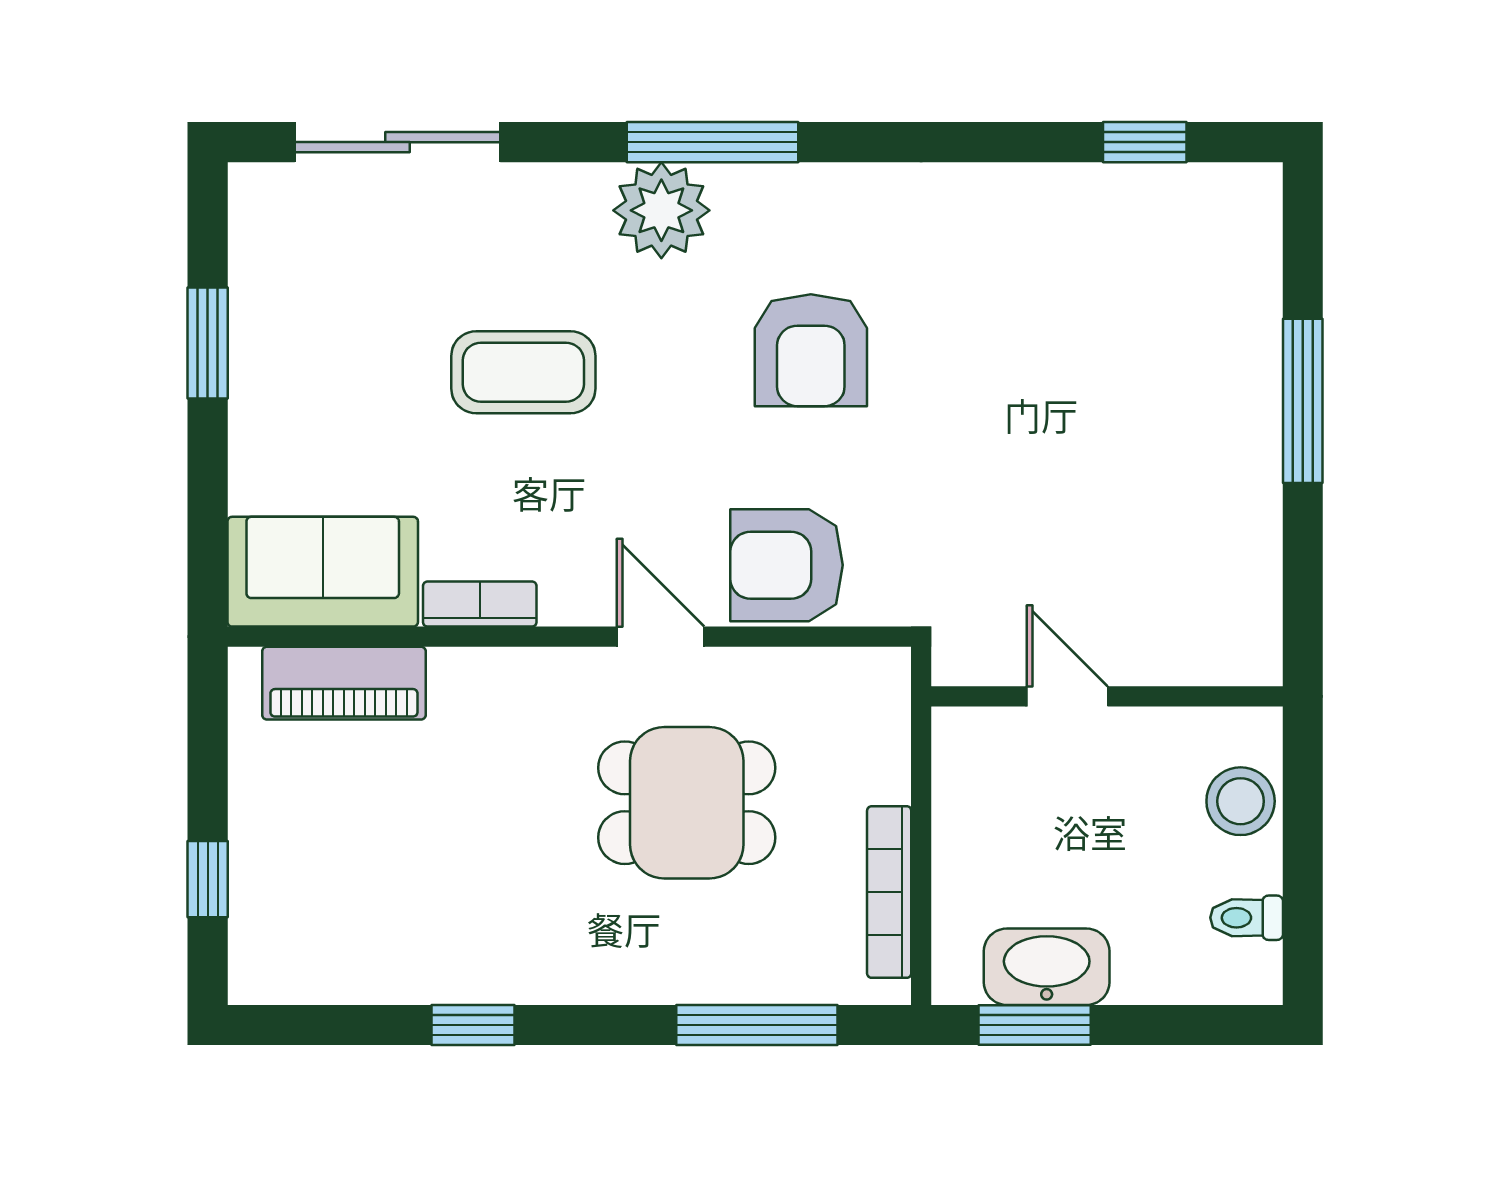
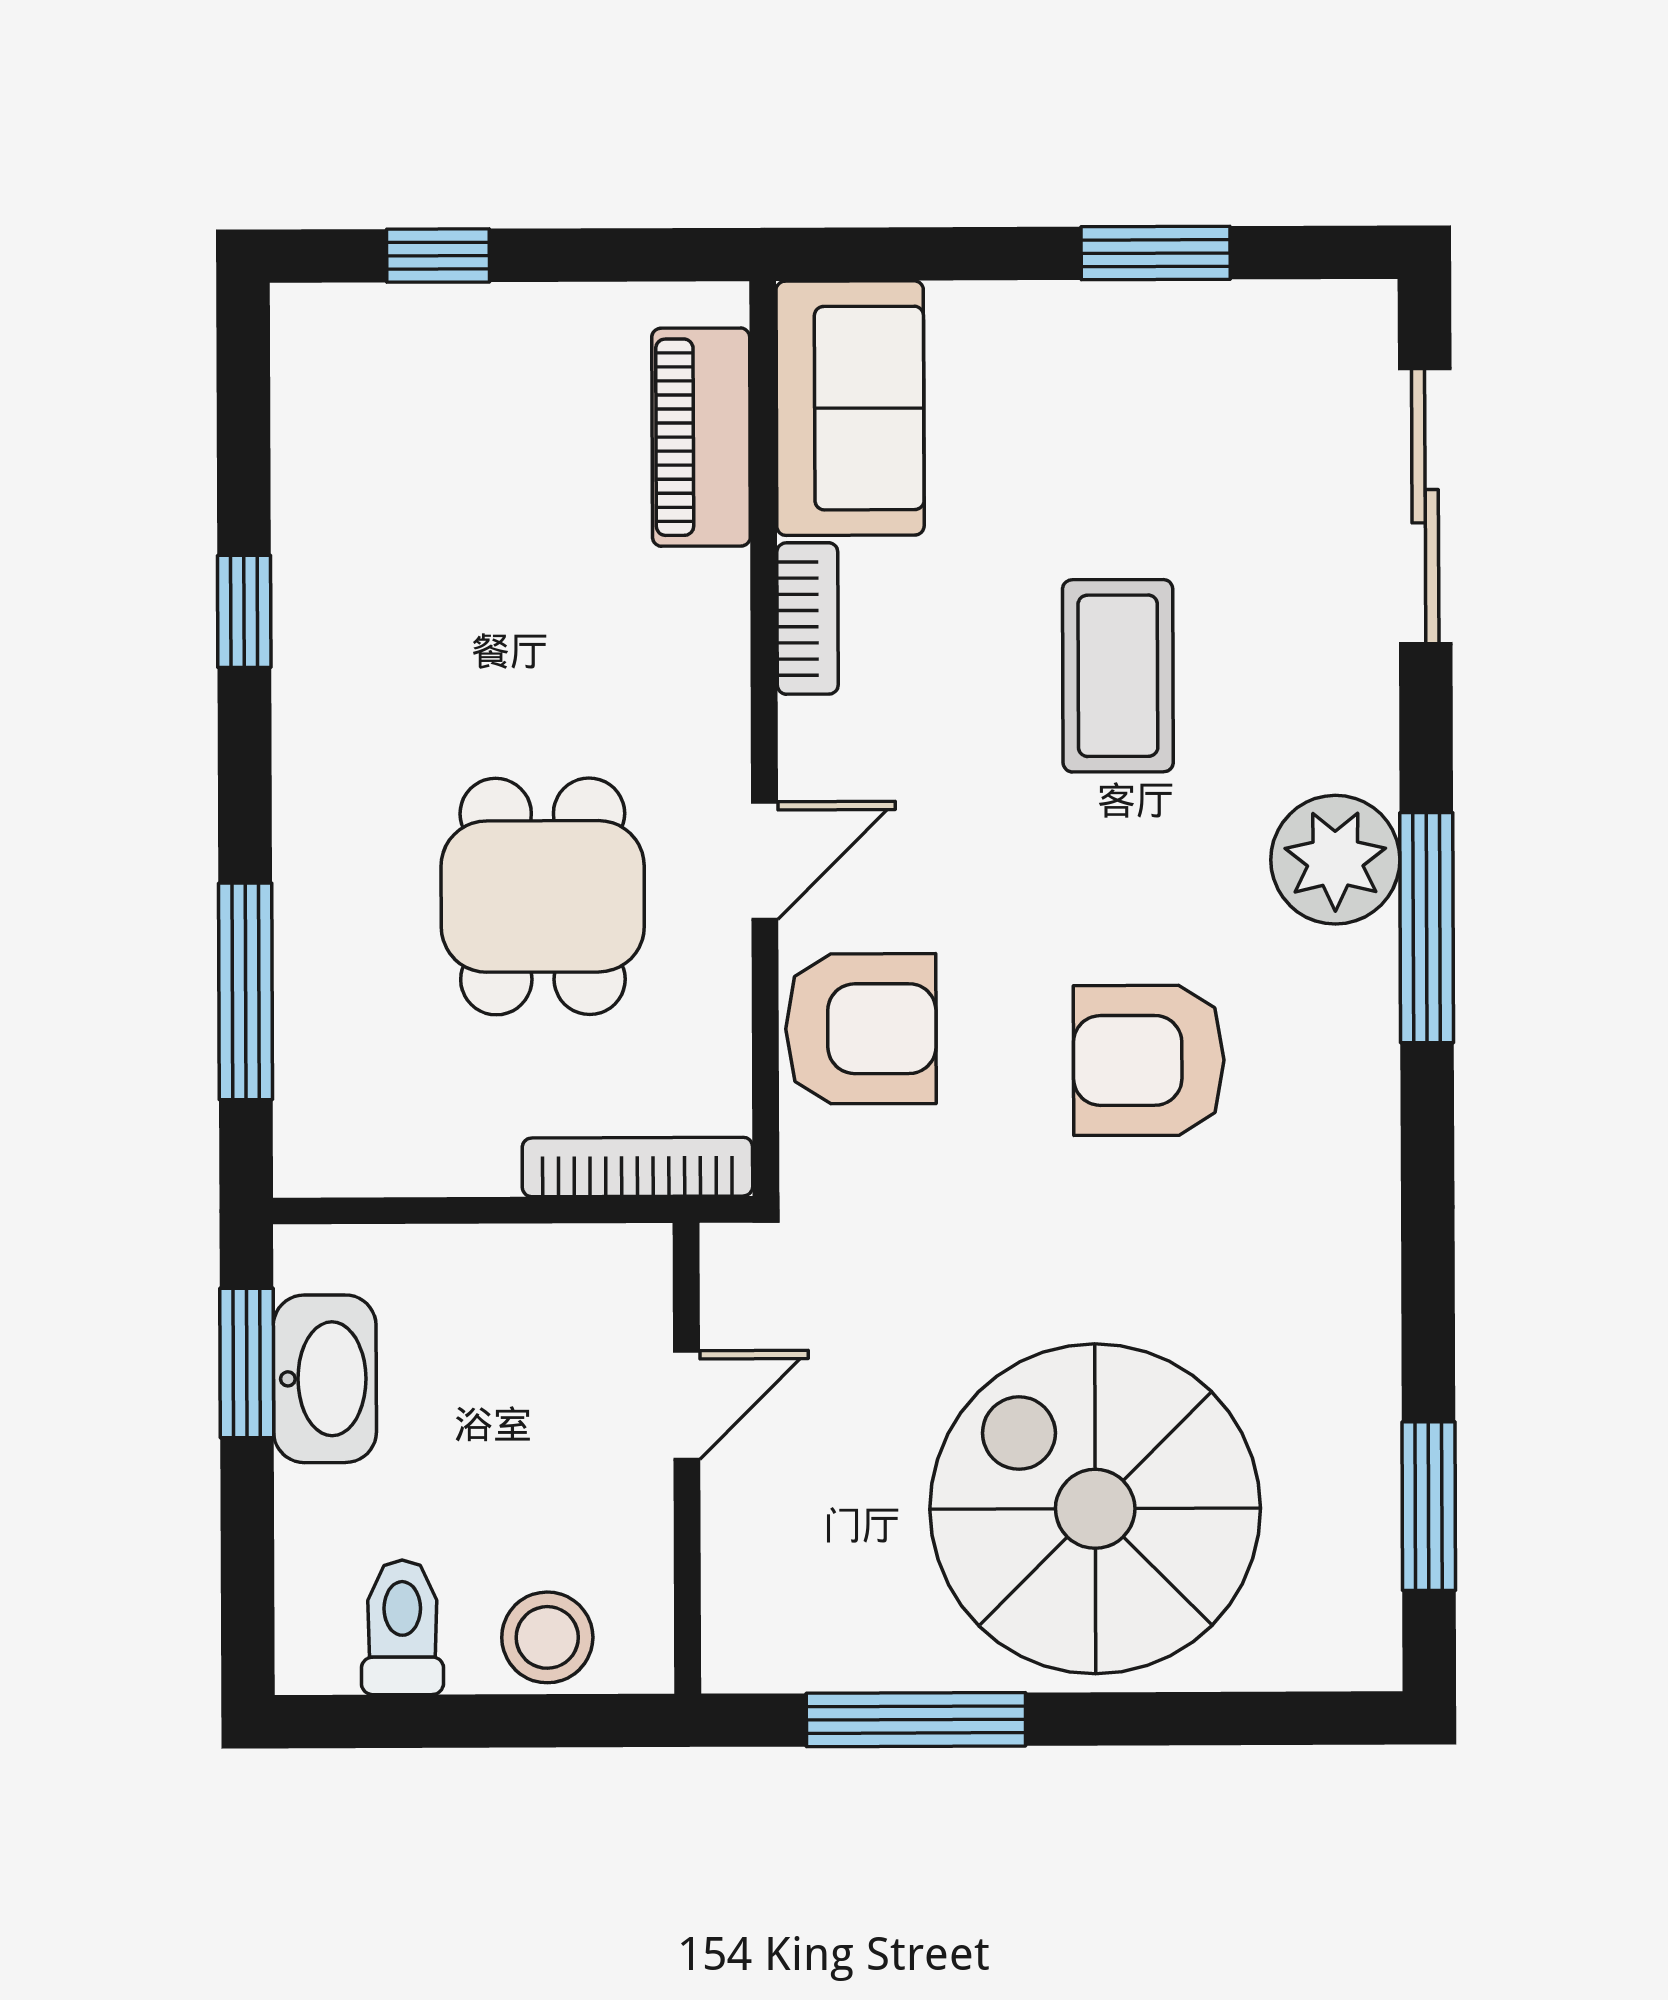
window: (1145, 142) -> (1429, 1506), width x1.50
spiral stairs: (1146, 391) -> (1095, 1509), added
window: (1303, 401) -> (916, 1720), moved
armchair: (786, 565) -> (861, 1029), turned 90
bookcase: (889, 892) -> (637, 1167), moved
toilet: (1247, 918) -> (402, 1627), width x1.37, depth x1.39

